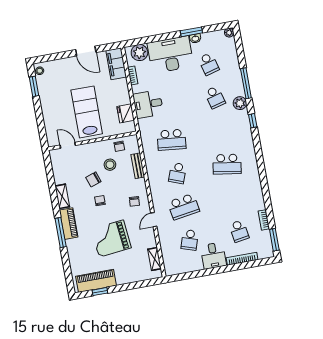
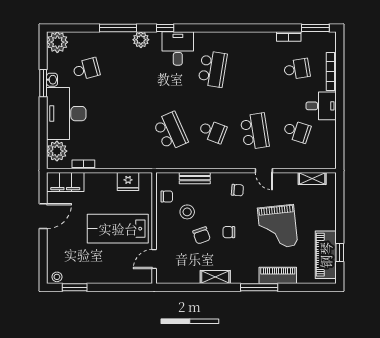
plant: (229, 33) -> (57, 42), width x1.88, depth x1.88
school desk: (215, 97) -> (128, 69), removed
desk: (148, 104) -> (178, 48), moved, turned 180
school desk: (171, 140) -> (170, 131), turned -30
piano: (69, 224) -> (278, 275), moved

